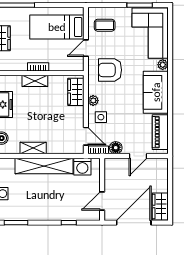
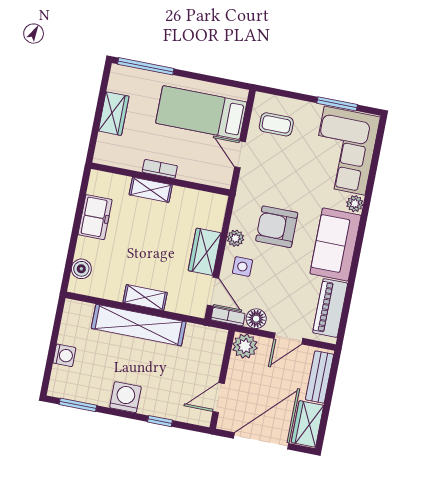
door: (86, 48) -> (240, 154), hinge flipped
armchair: (110, 70) -> (277, 227), moved
wardrobe: (76, 92) -> (205, 252), moved
shelving: (33, 148) -> (145, 298), moved
plant: (112, 166) -> (245, 346), added
washing machine: (82, 167) -> (125, 397), moved, turned 180
bench: (162, 176) -> (320, 377), added

